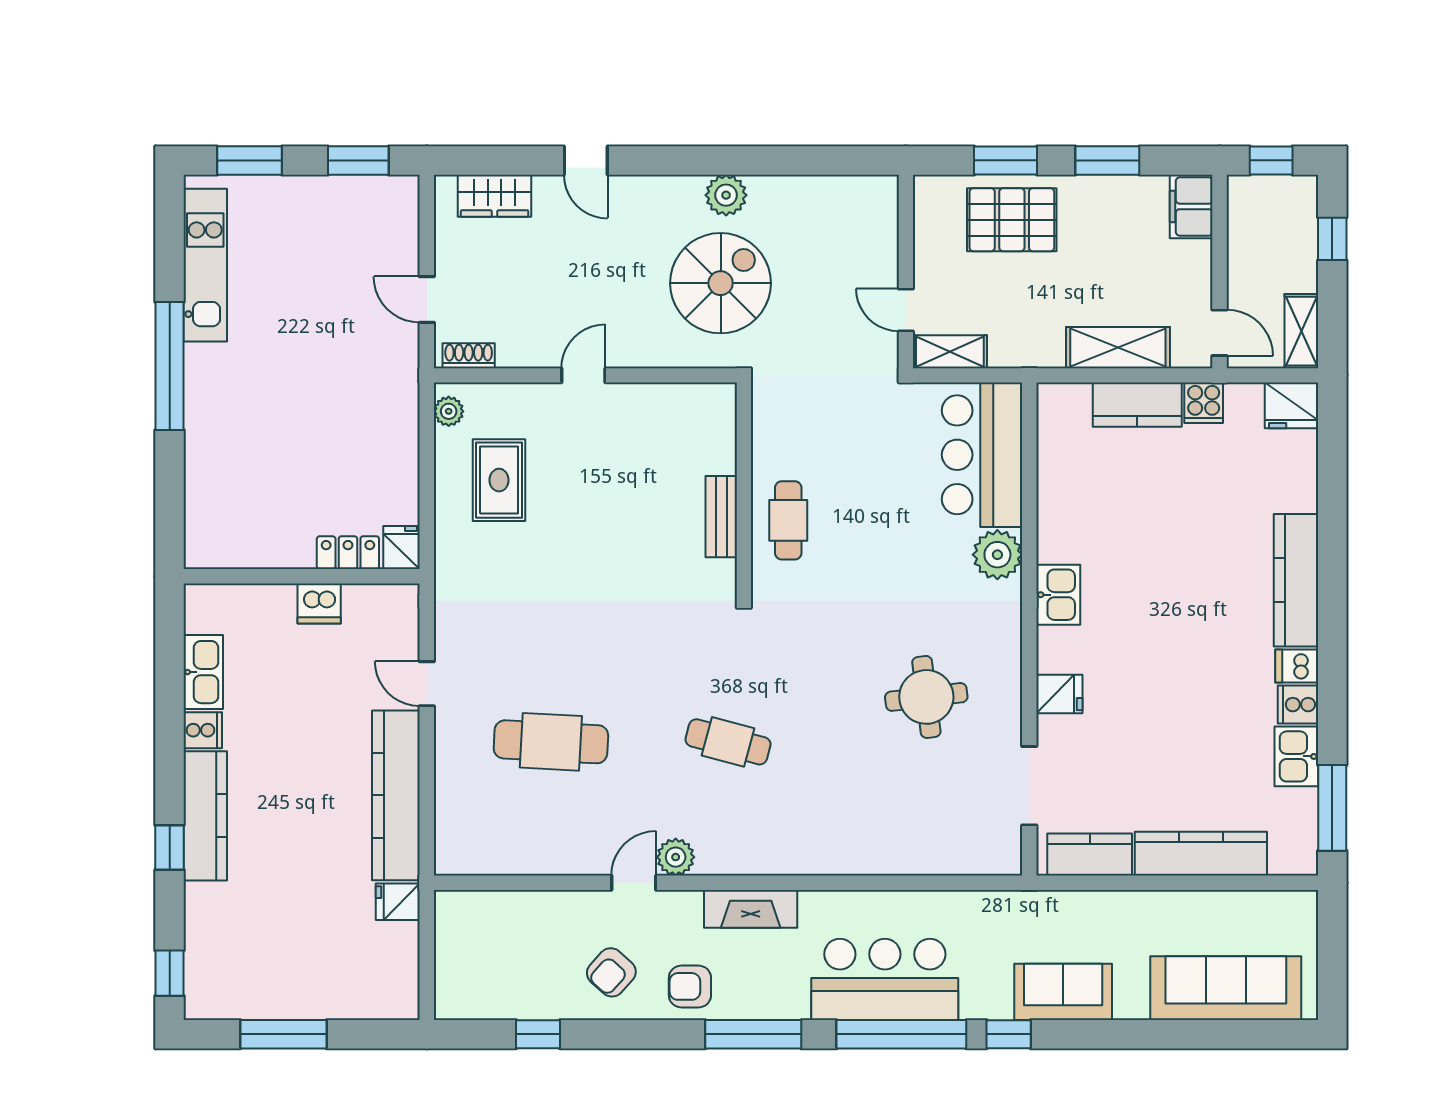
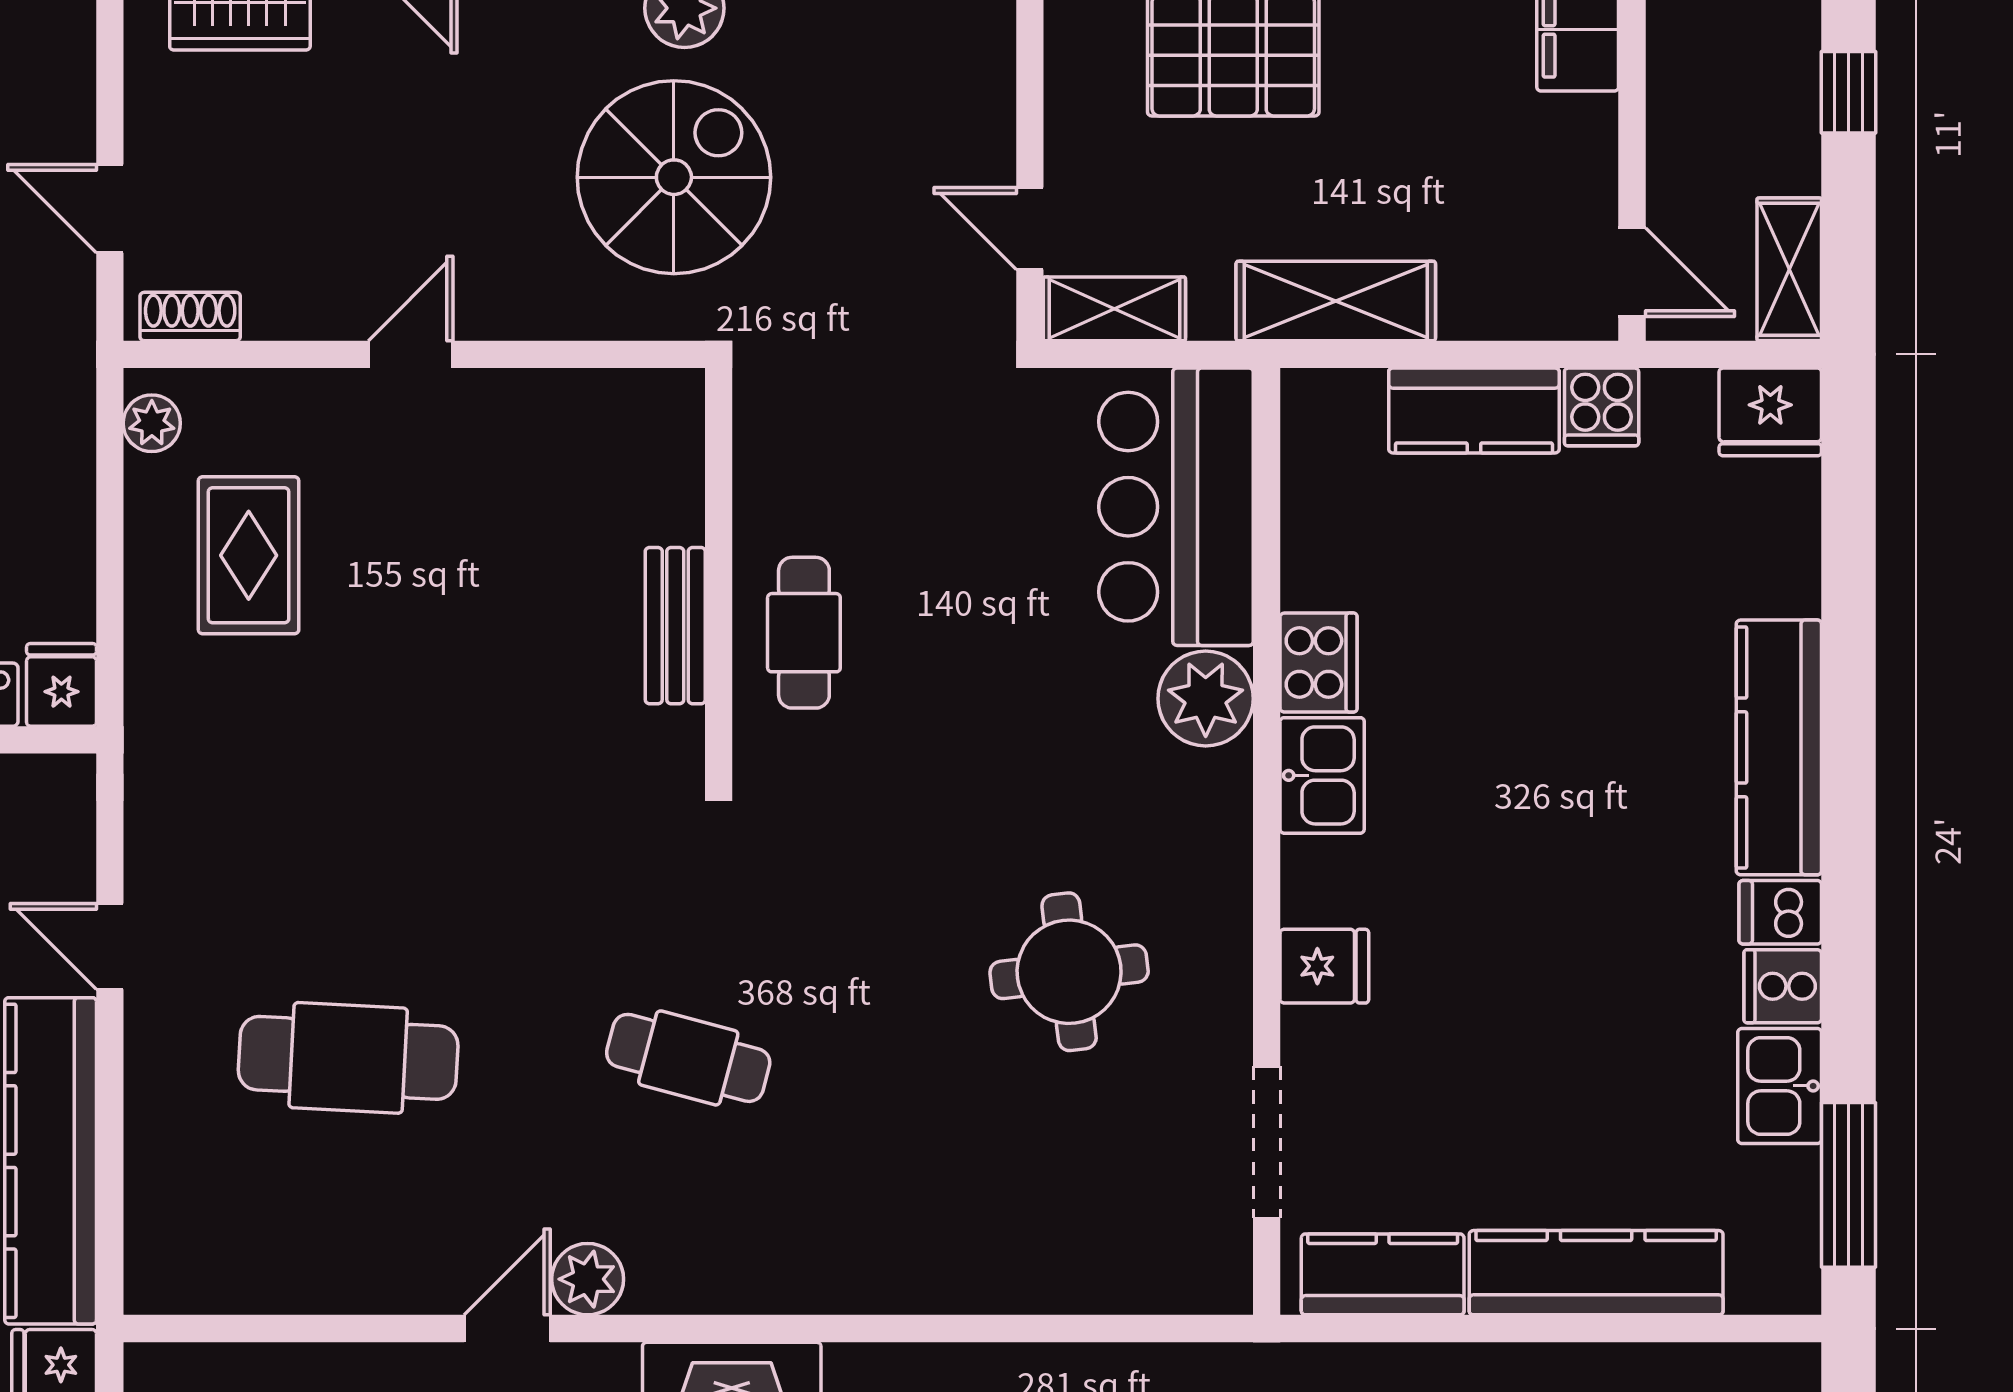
shelving: (1118, 348) -> (1336, 301), moved
cooker: (1056, 536) -> (1319, 663), added

